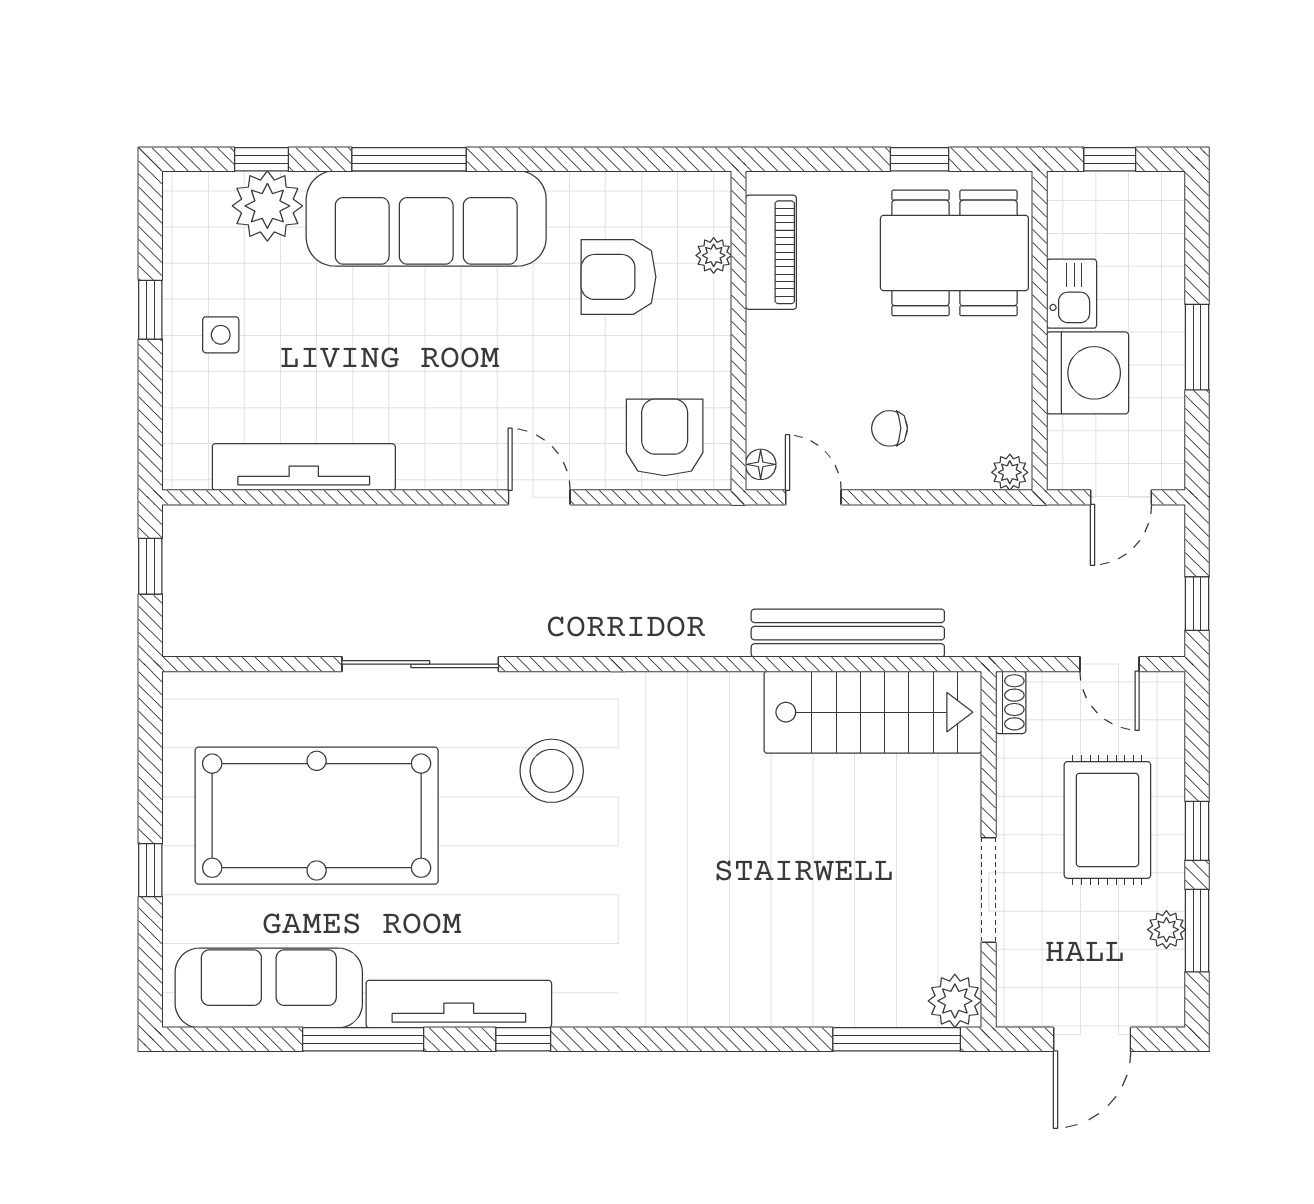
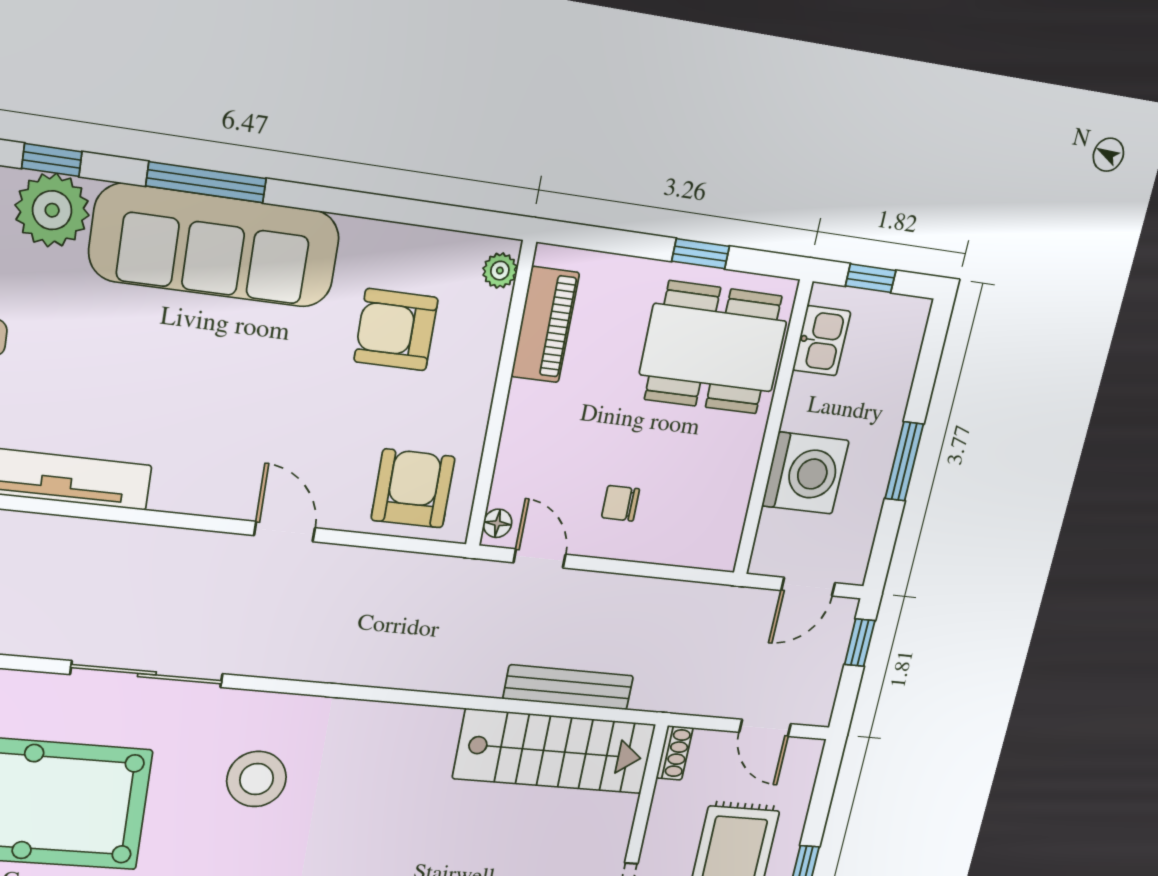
plant: (714, 255) -> (500, 271), moved
kitchen sink: (1072, 294) -> (822, 341), moved
plant: (1010, 472) -> (718, 554), removed
window: (1197, 604) -> (860, 643), moved
bench: (848, 633) -> (568, 687), width x0.73, depth x0.82

